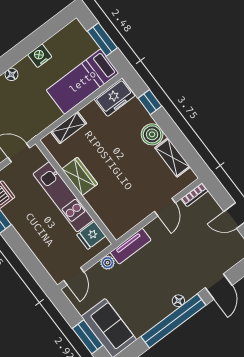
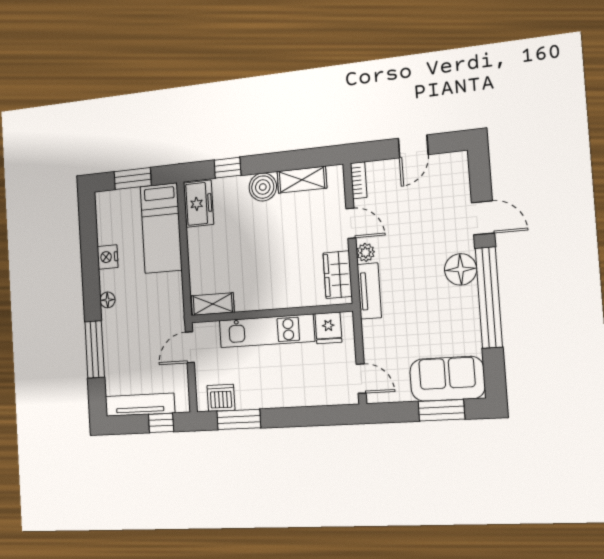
shelving: (69, 128) -> (213, 304), moved, turned 90
wardrobe: (80, 176) -> (338, 275), moved, turned -90
plant: (107, 263) -> (365, 252), moved
floor lamp: (178, 301) -> (461, 269), width x1.89, depth x1.89

